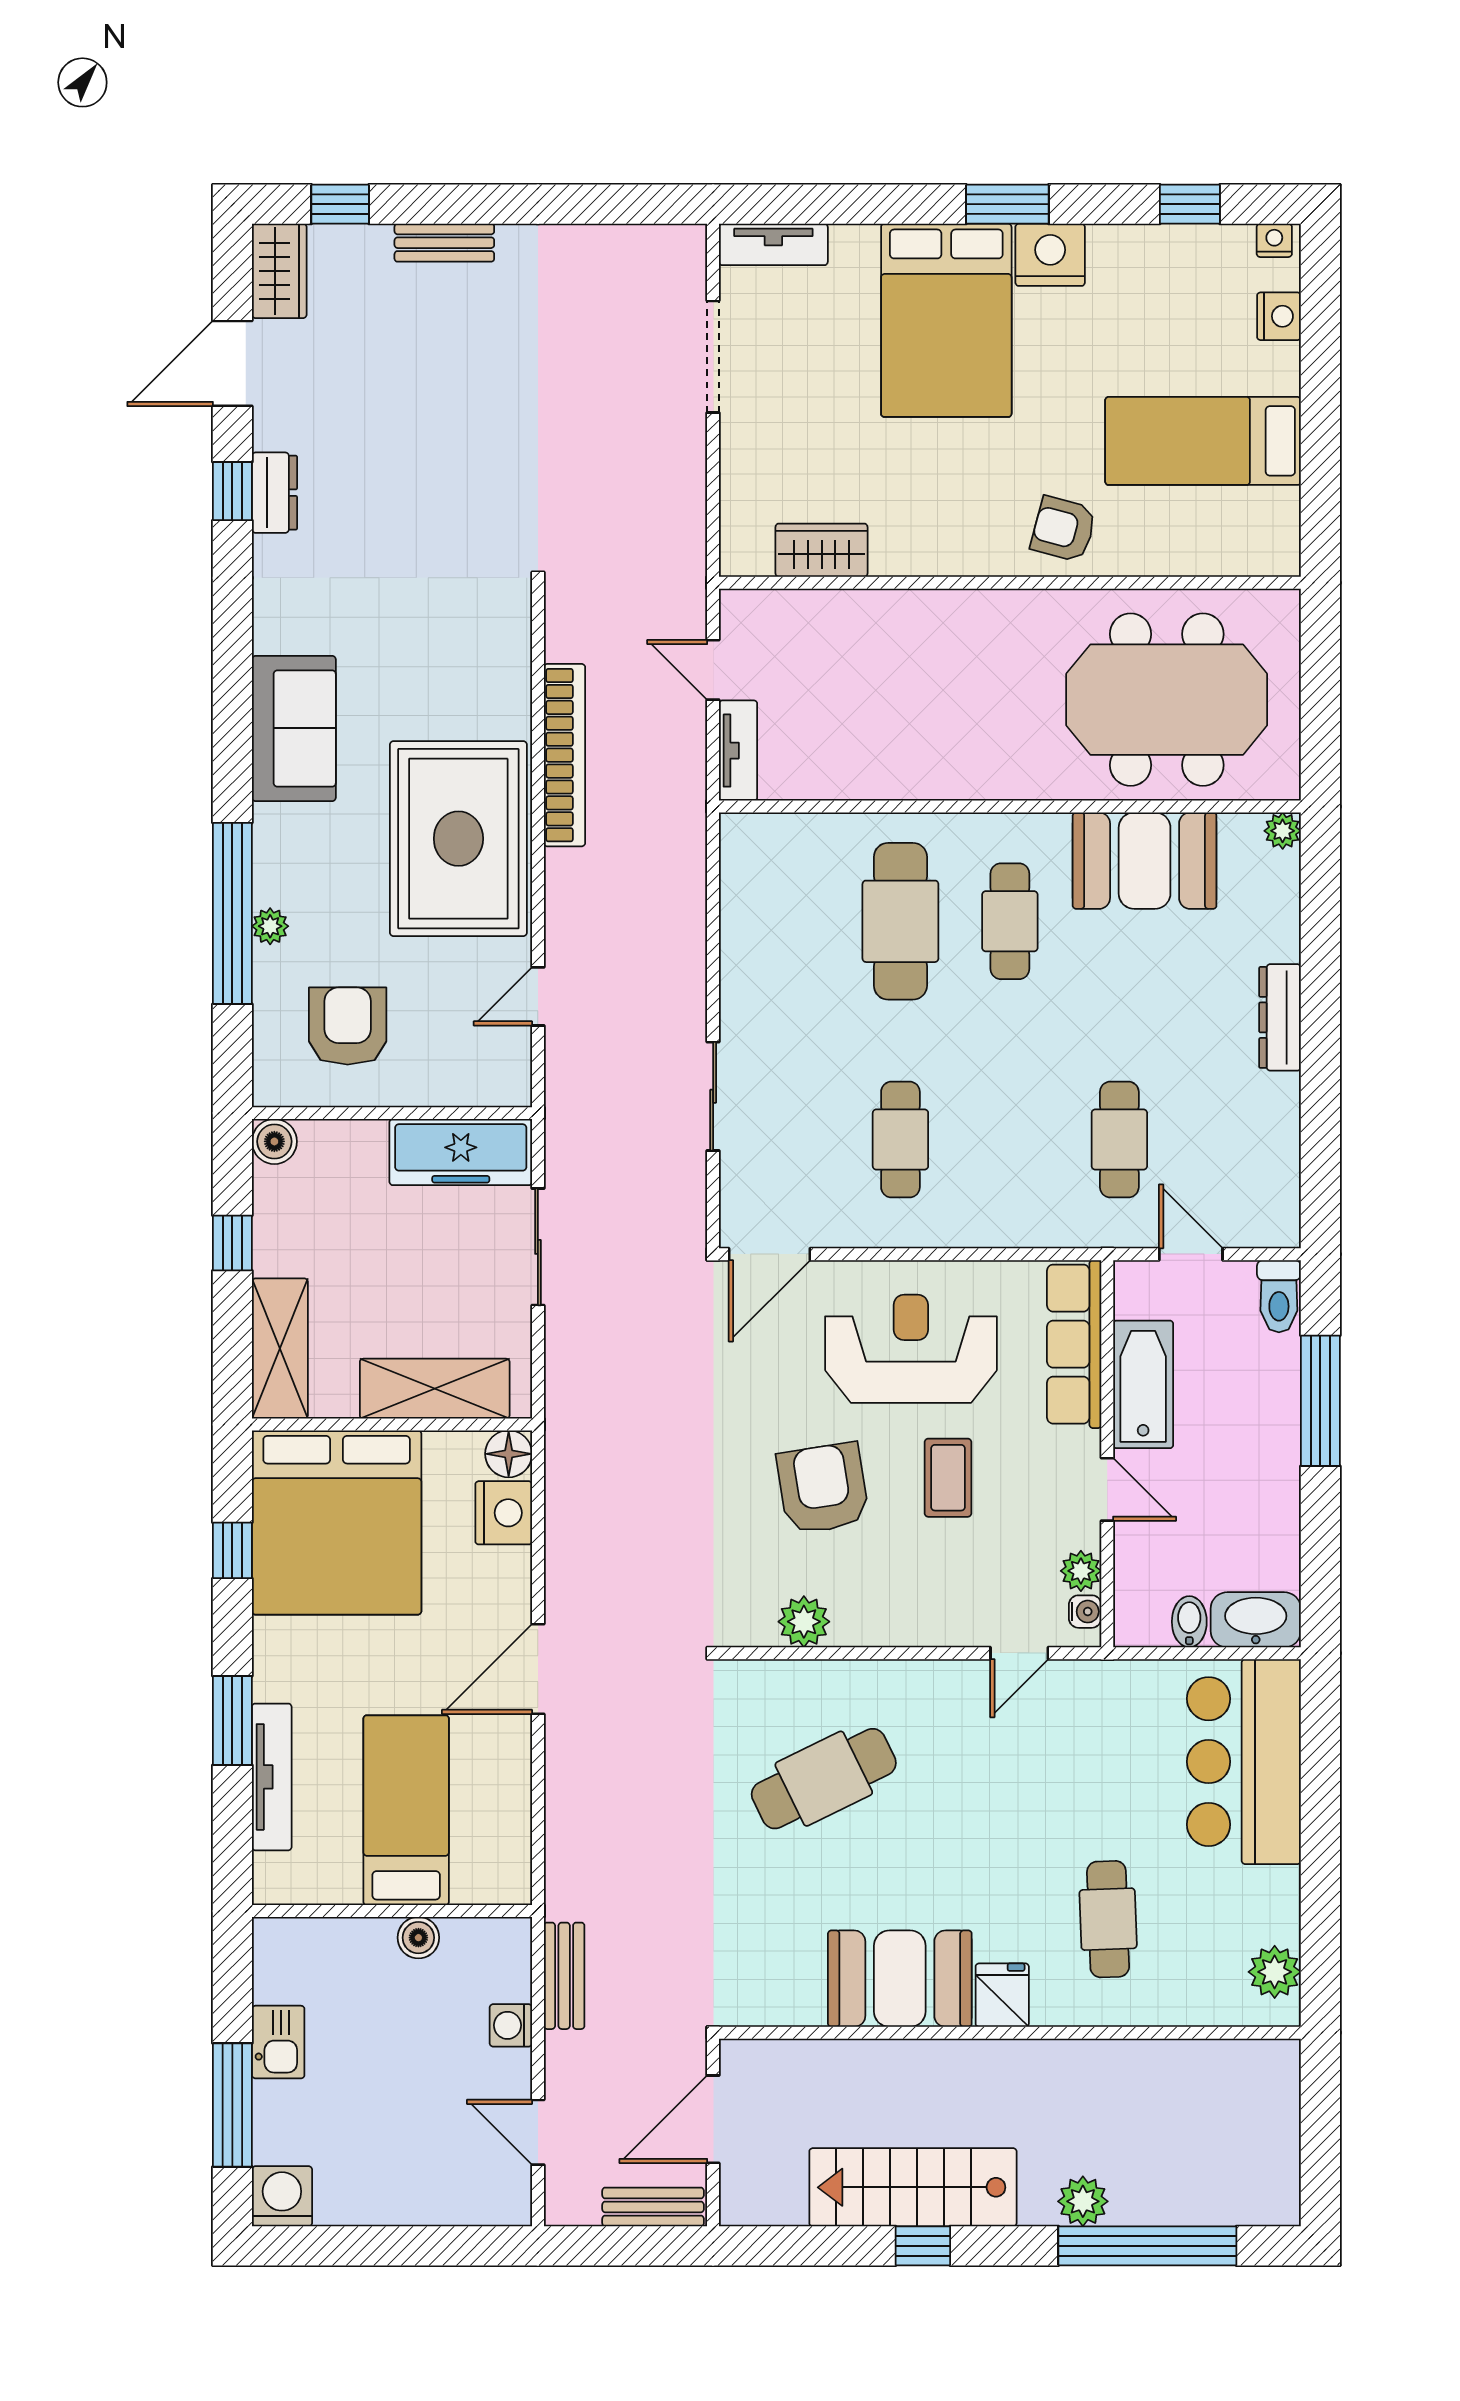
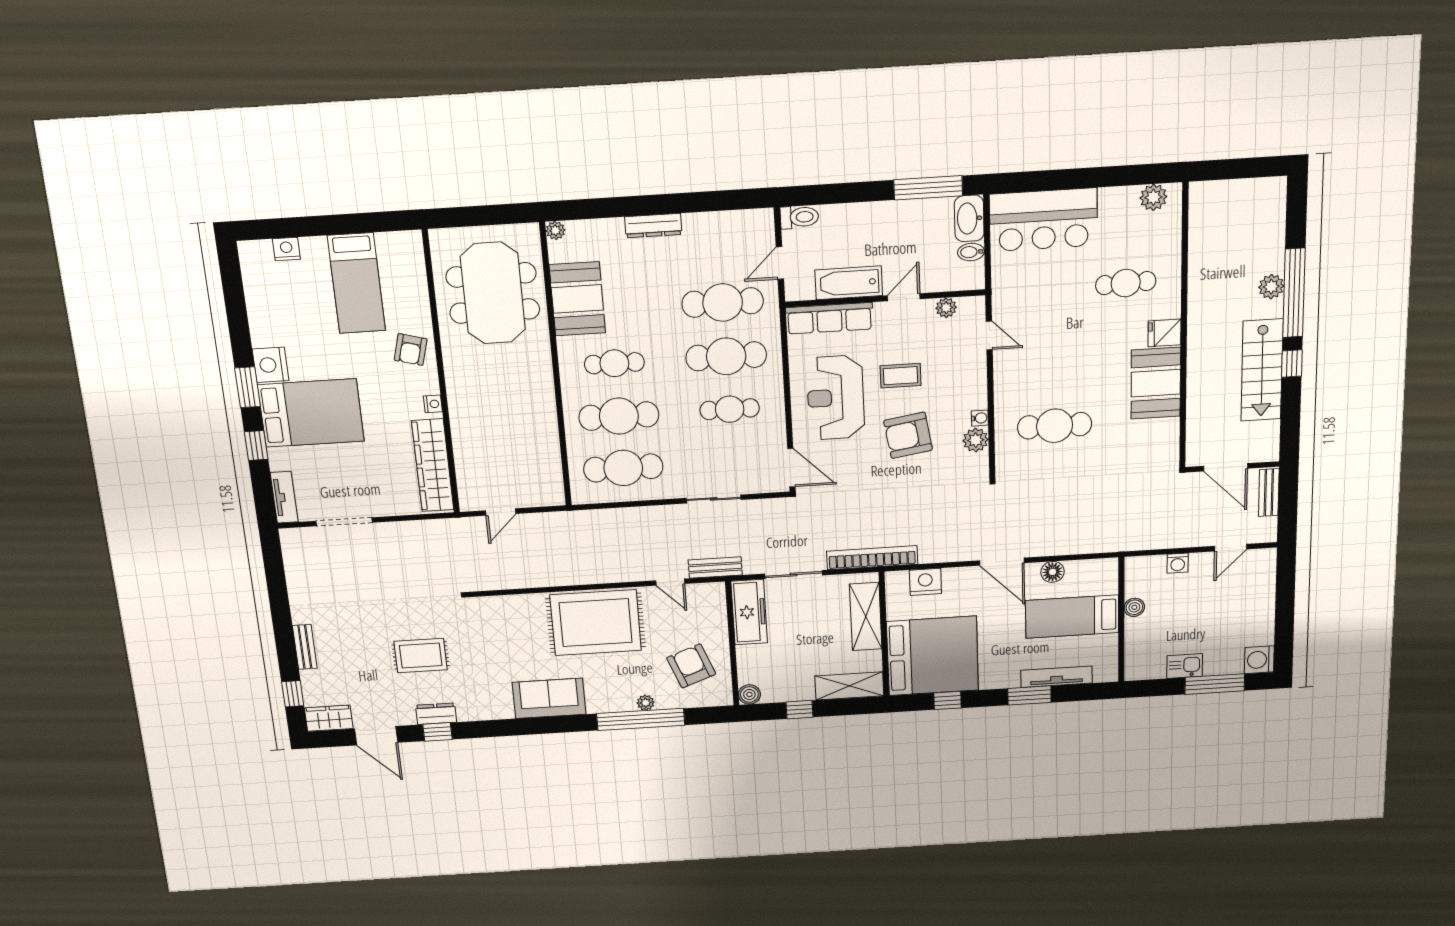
window: (1190, 204) -> (256, 446), moved
nightstand: (1274, 240) -> (433, 404), moved, turned 180
rug: (409, 476) -> (421, 656), added
wardrobe: (822, 550) -> (433, 465), width x2.10, depth x1.17
tv unit: (738, 751) -> (540, 498), removed
bookcase: (564, 755) -> (872, 558), moved
cafe table: (791, 921) -> (623, 468), added
armchair: (348, 1026) -> (691, 666), turned 69
cafe table: (1010, 1140) -> (726, 356), added
cafe table: (1119, 1140) -> (723, 302), width x1.37, depth x1.35
window: (1320, 1401) -> (928, 188), moved
floor lamp: (509, 1454) -> (1053, 572), moved
water cooler: (1085, 1612) -> (980, 418), moved, turned 90
cafe table: (824, 1779) -> (1055, 426), turned -64
bench: (564, 1976) -> (715, 568), moved
window: (1147, 2246) -> (1294, 293), moved

